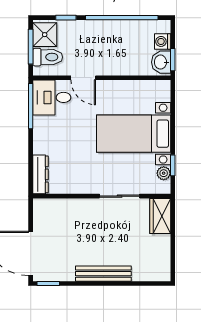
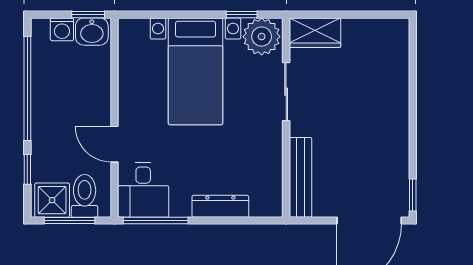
door: (83, 78) -> (115, 144), swing flipped
plant: (164, 173) -> (262, 37), width x1.88, depth x1.88
dresser: (40, 174) -> (220, 206), moved
bench: (103, 274) -> (300, 177), moved

